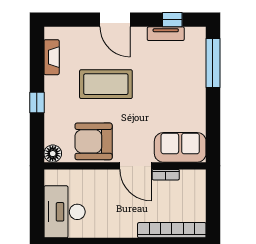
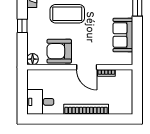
sofa: (180, 147) -> (123, 35), moved, turned -90
desk: (65, 212) -> (40, 102), width x0.73
bookcase: (172, 230) -> (86, 109), moved

